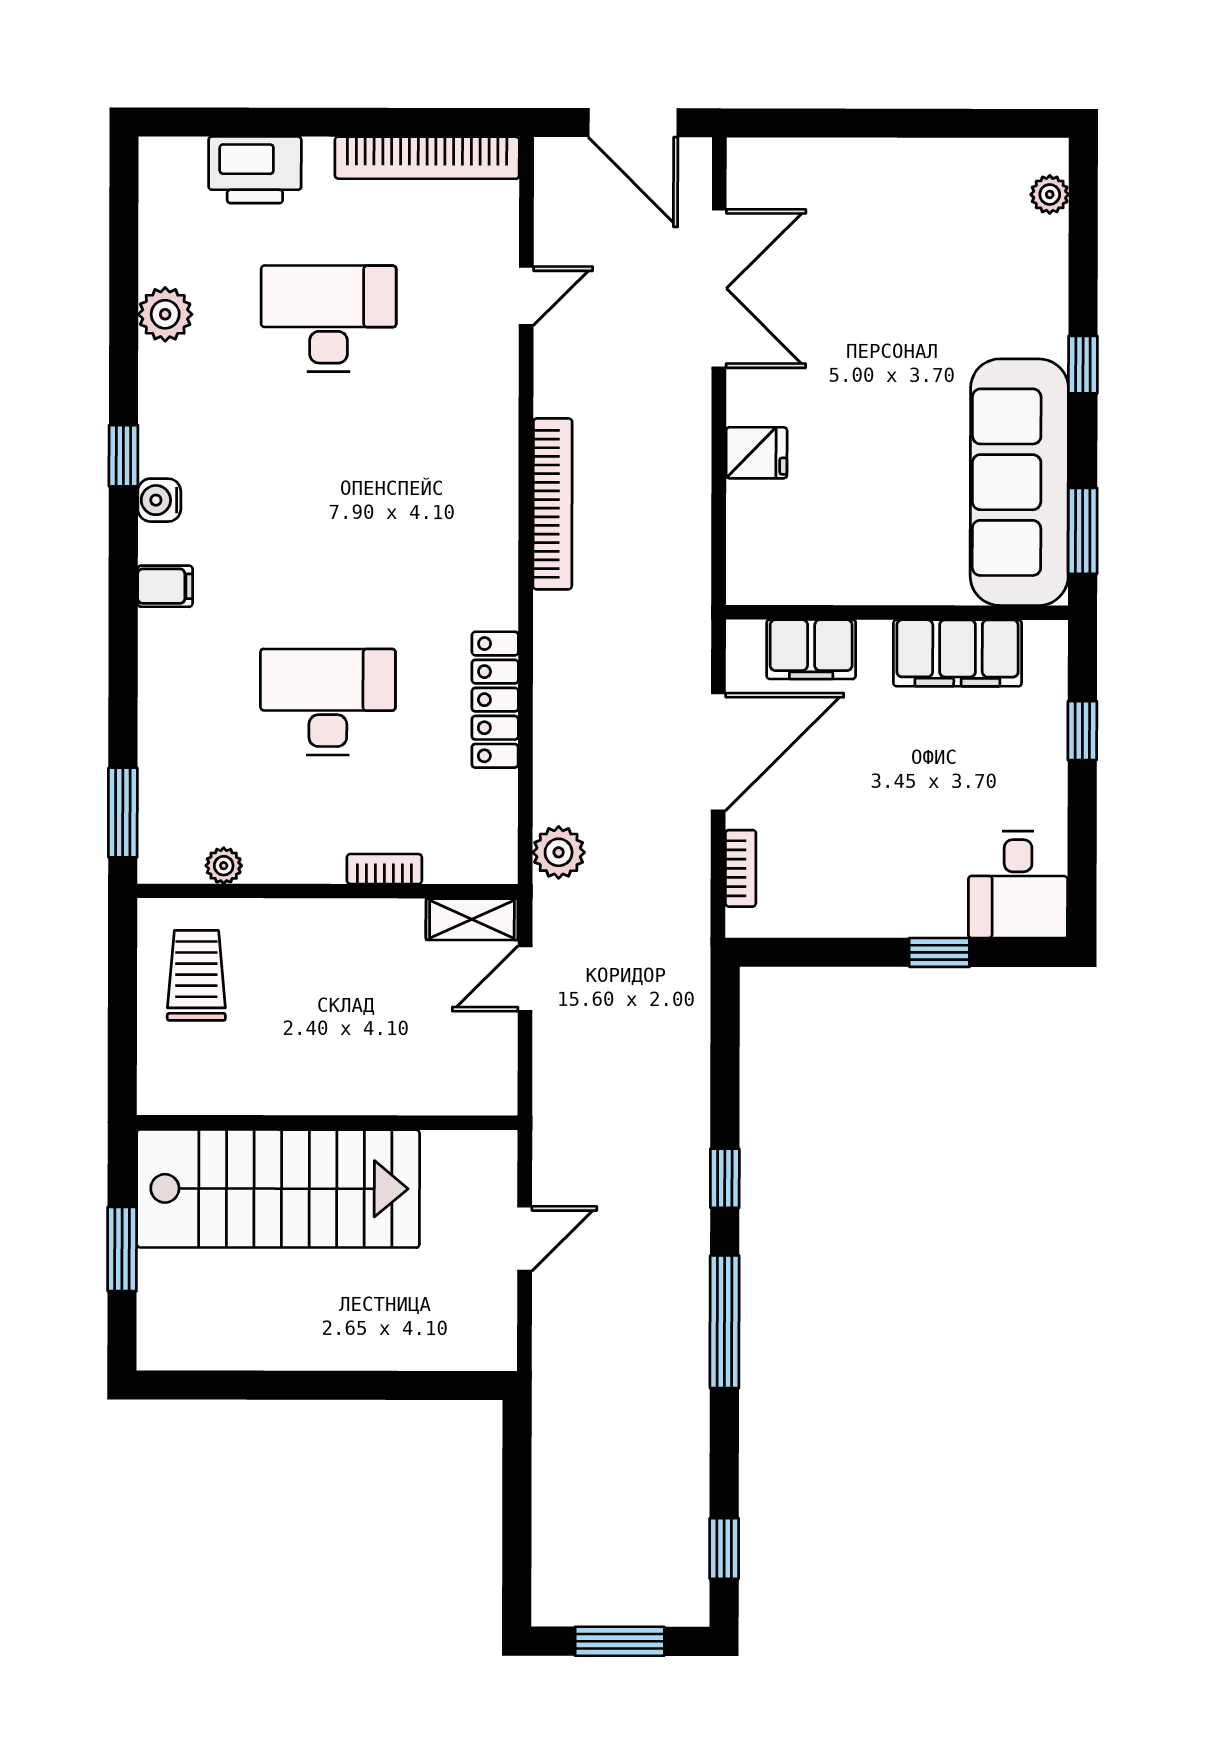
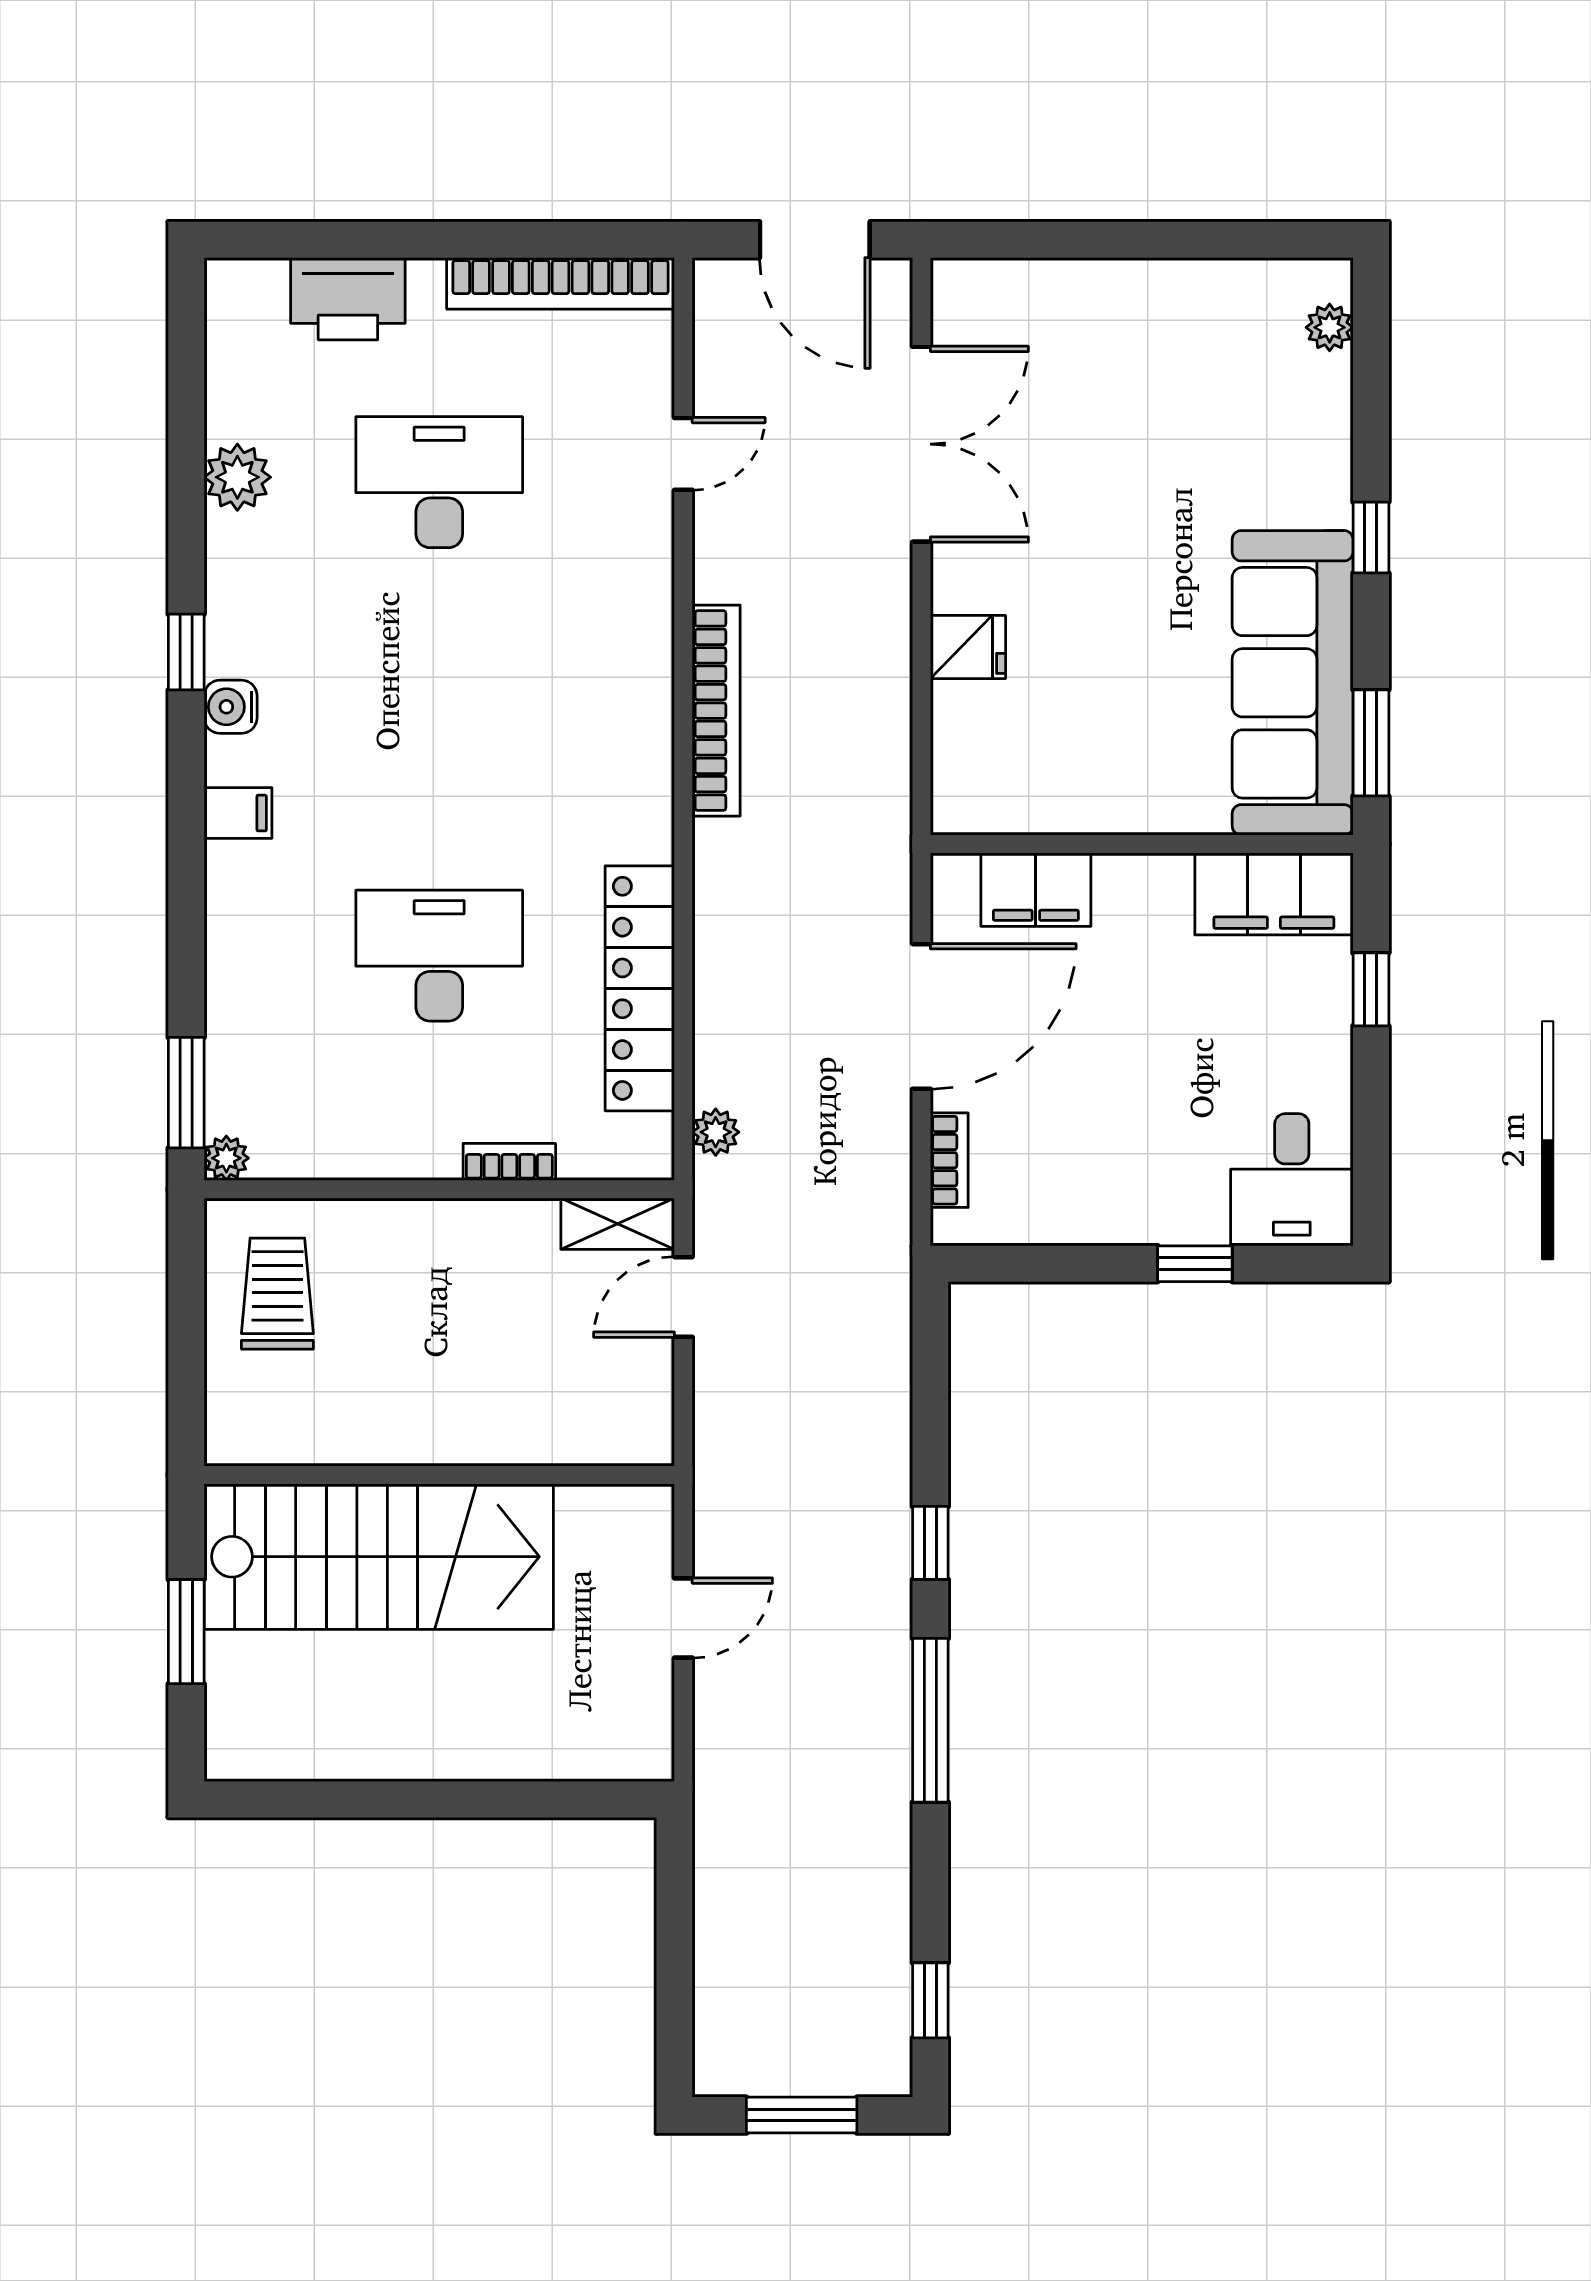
filing cabinet: (957, 653) -> (1274, 894), moved
locker: (495, 700) -> (640, 988), width x1.41, depth x1.21
plant: (559, 852) -> (716, 1132), width x0.73, depth x0.73
plant: (224, 866) -> (226, 1158), moved

